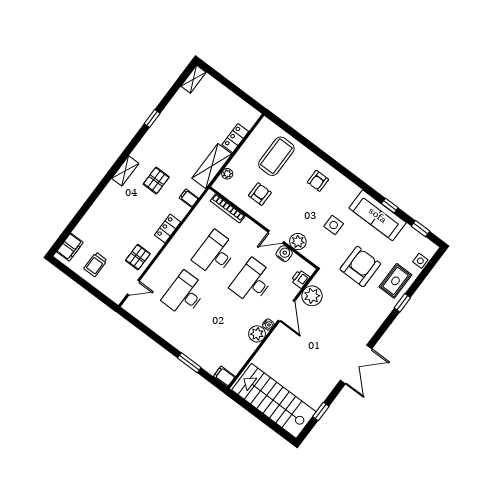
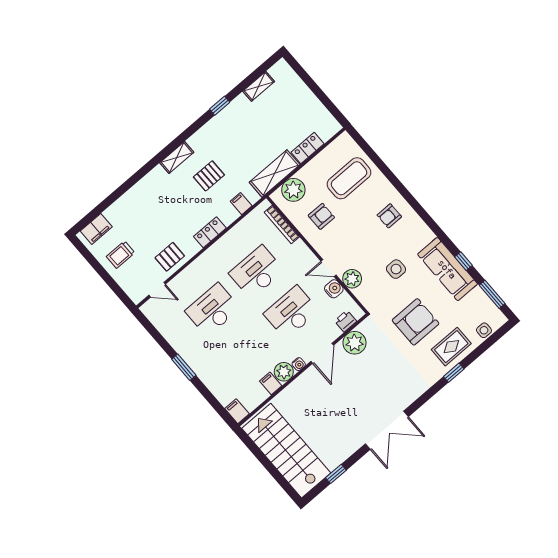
shelving: (193, 79) -> (259, 86), moved
plant: (227, 174) -> (293, 190), width x1.88, depth x1.88
window: (420, 229) -> (492, 294), width x1.50
filing cabinet: (248, 346) -> (271, 383), added
window: (189, 363) -> (184, 367), moved

